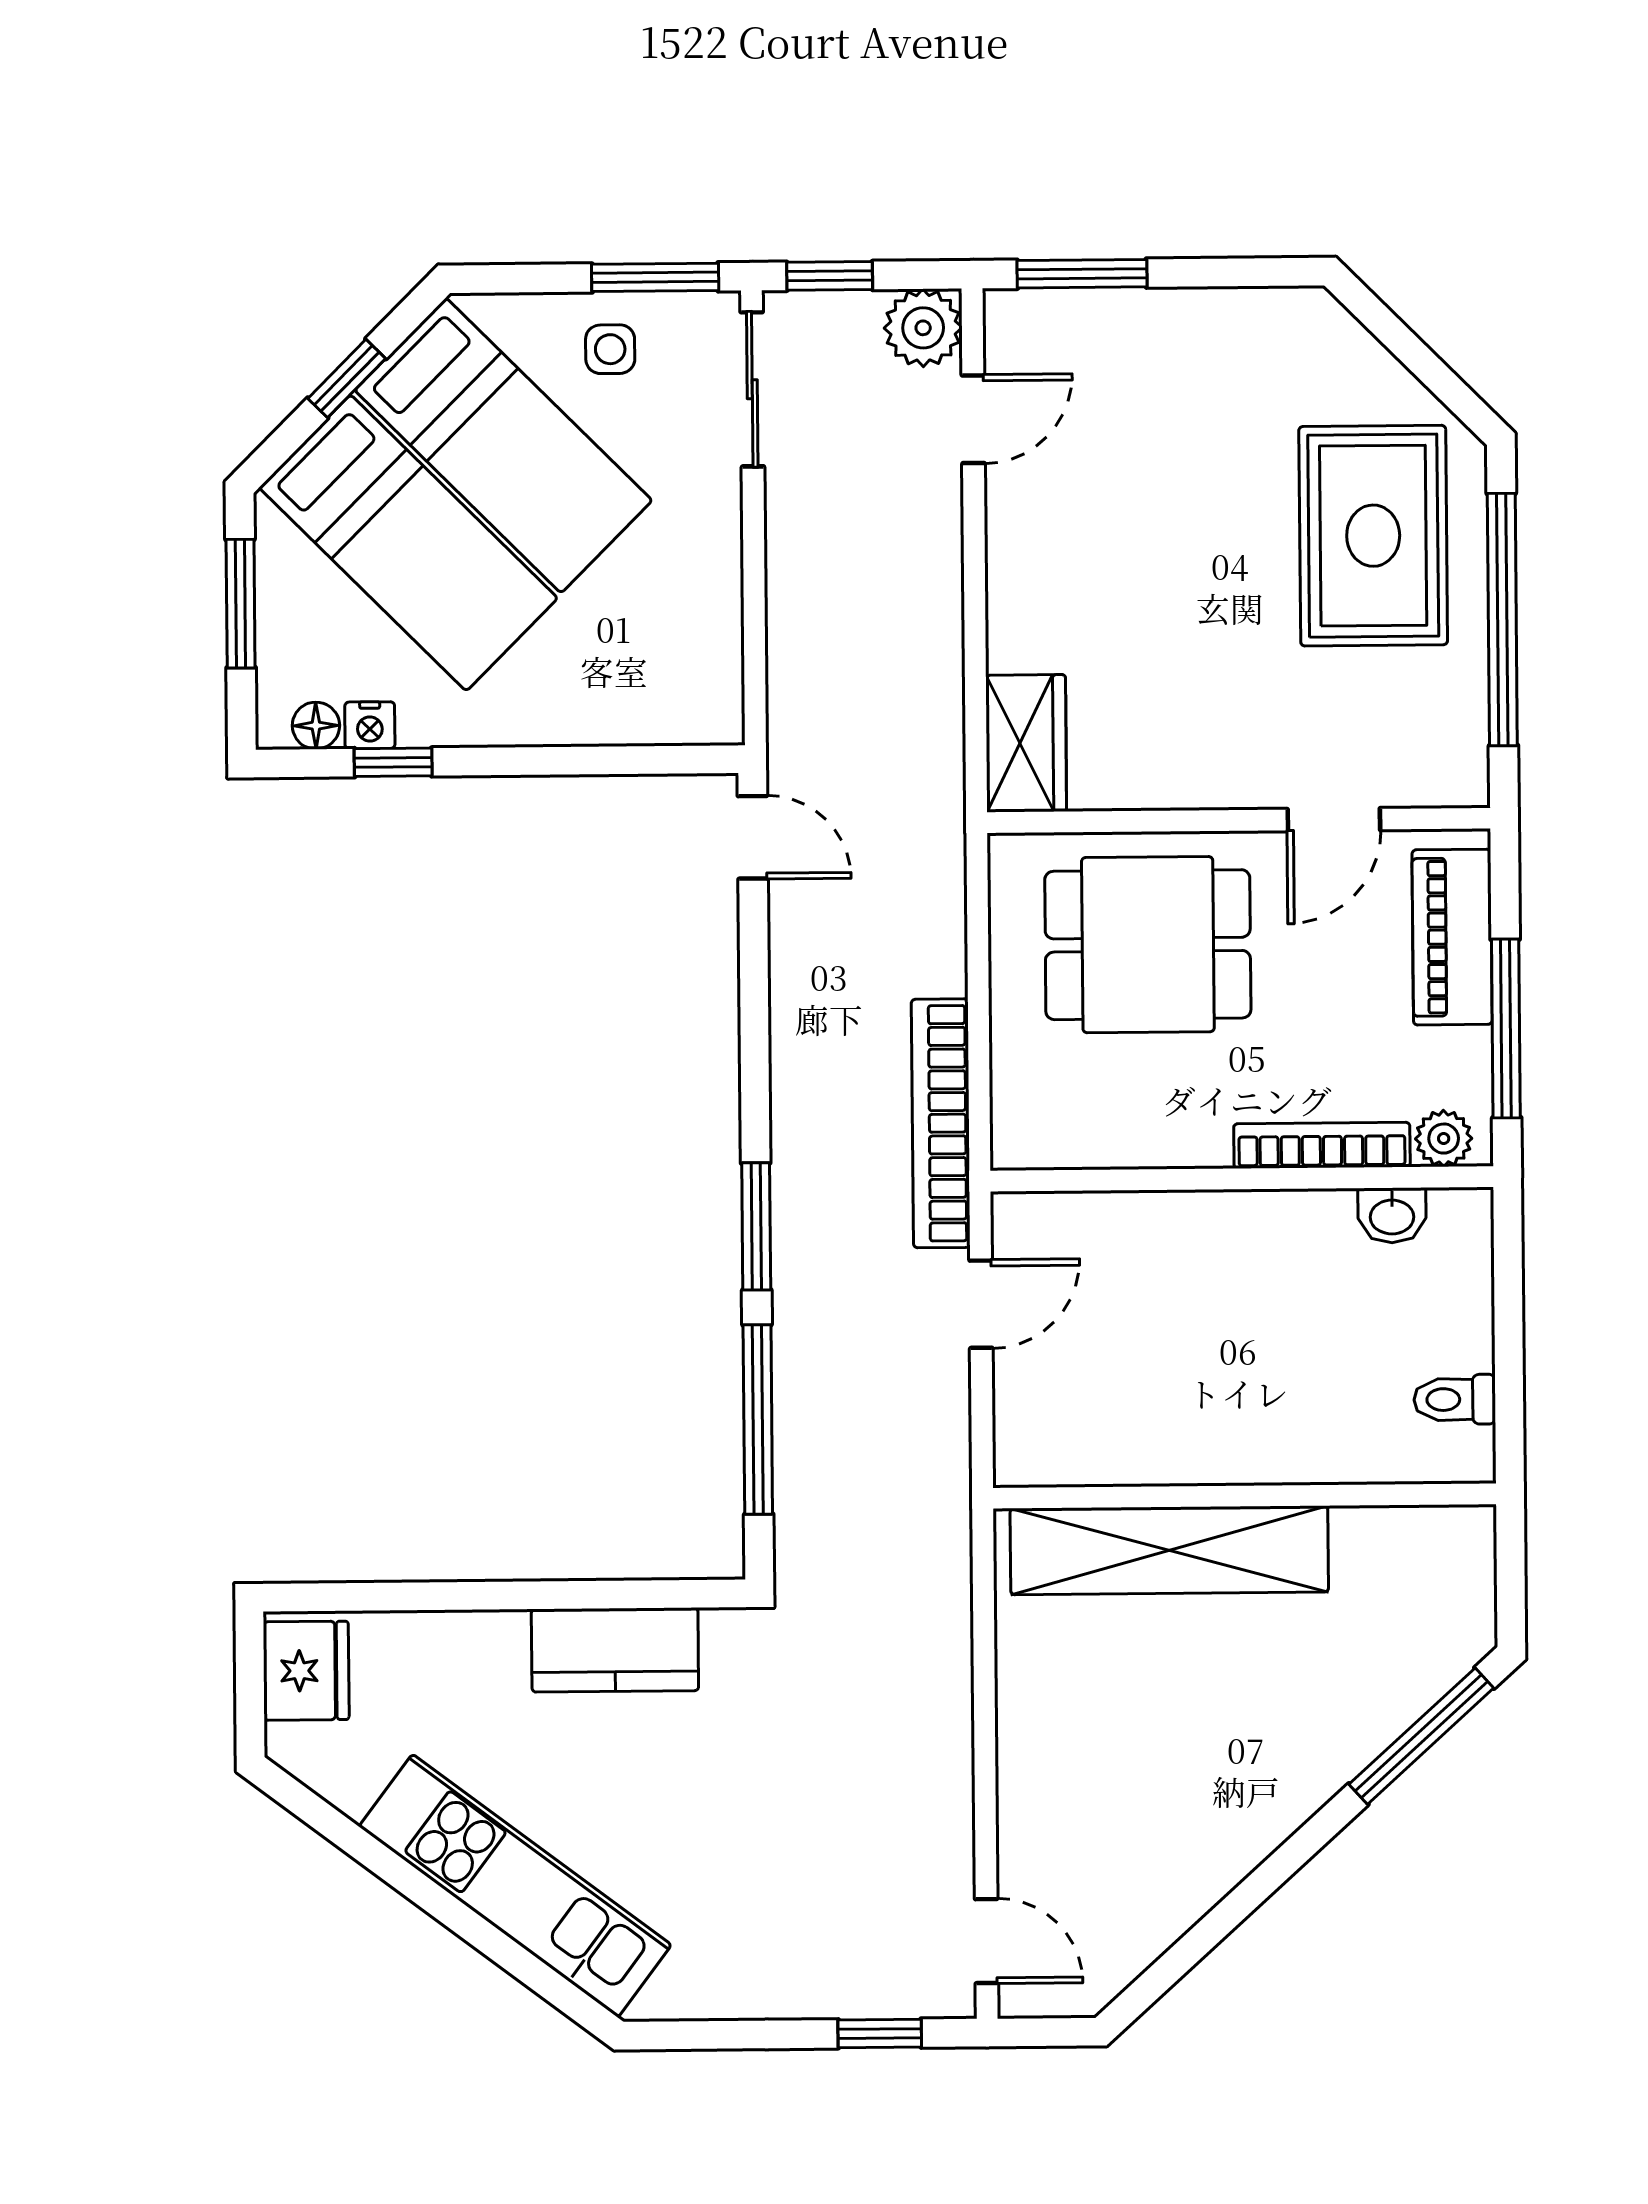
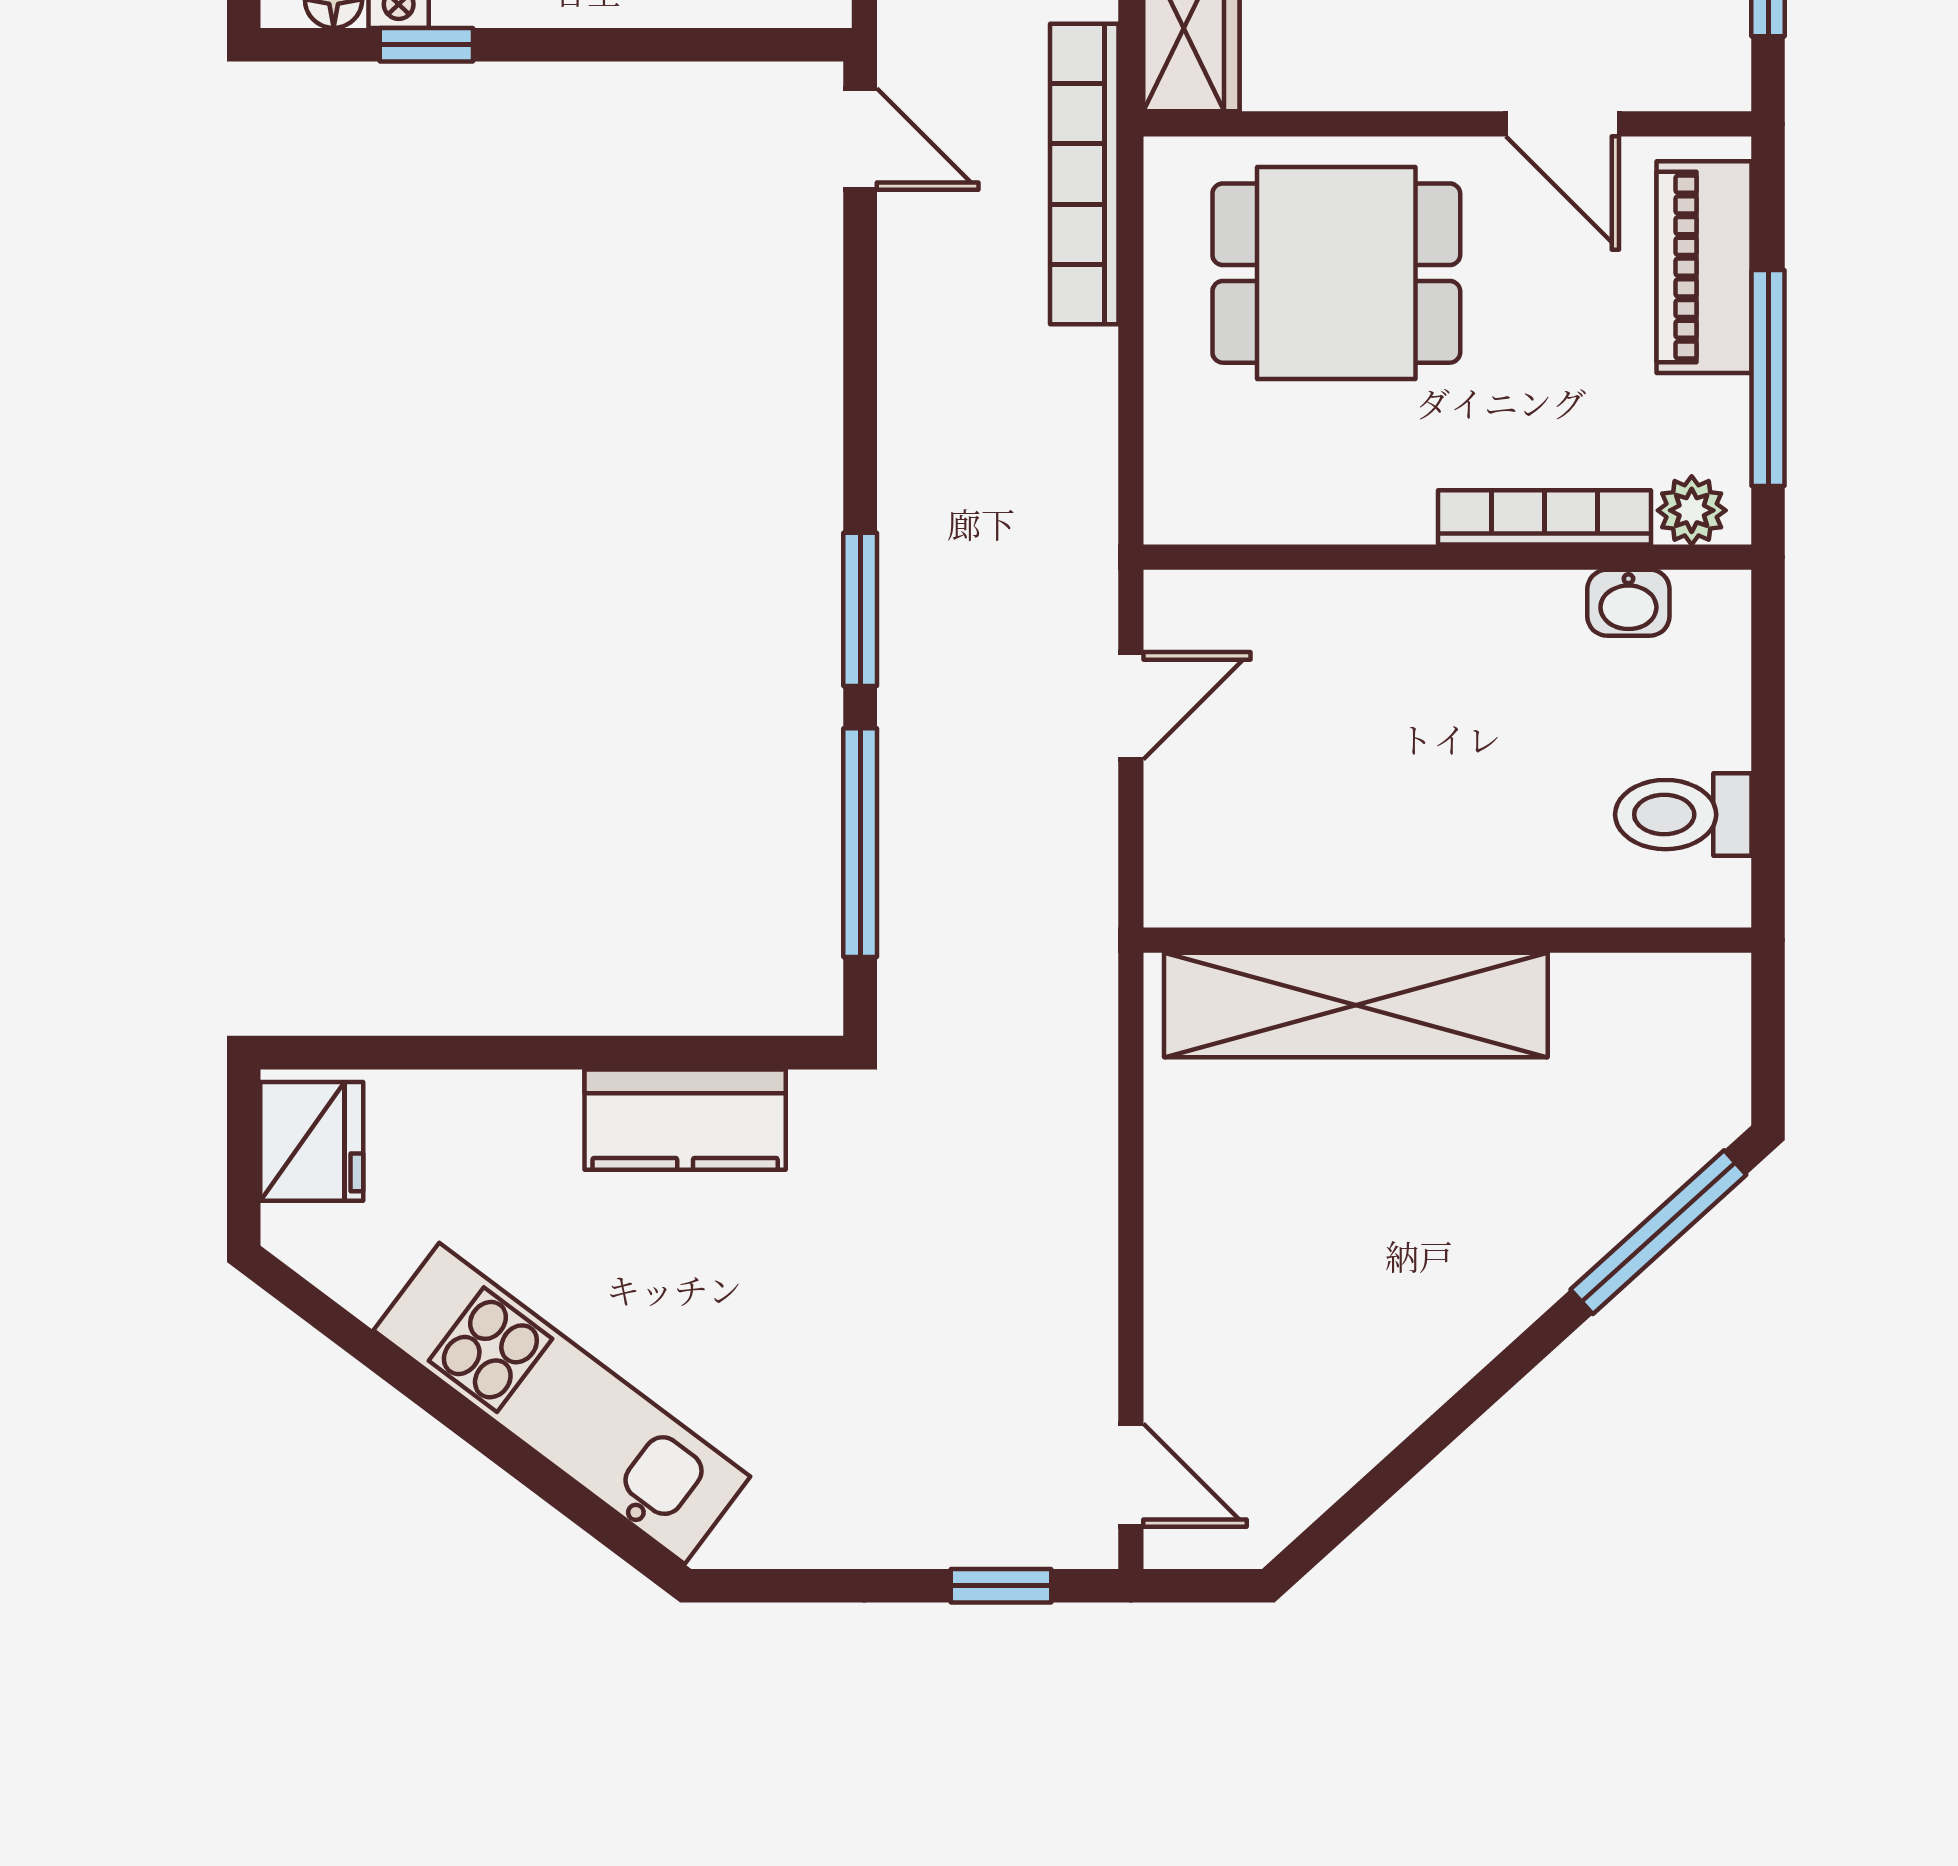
door: (1334, 820) -> (1562, 124), hinge flipped
bookcase: (941, 1123) -> (1084, 174), moved
toilet: (1455, 1399) -> (1683, 815), width x1.37, depth x1.39

